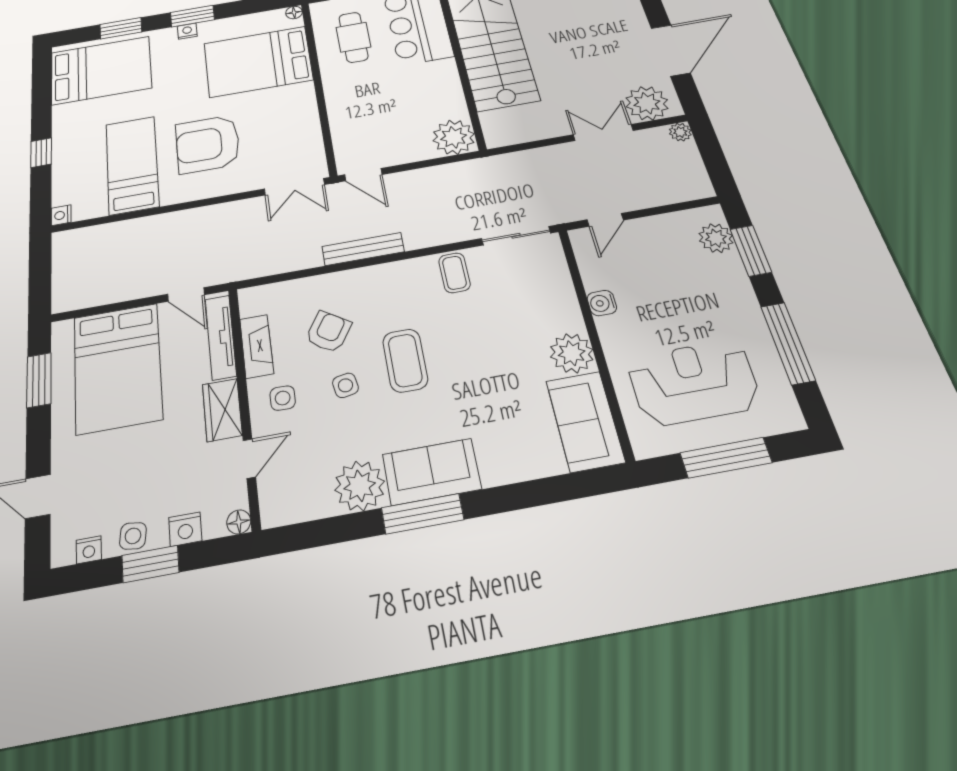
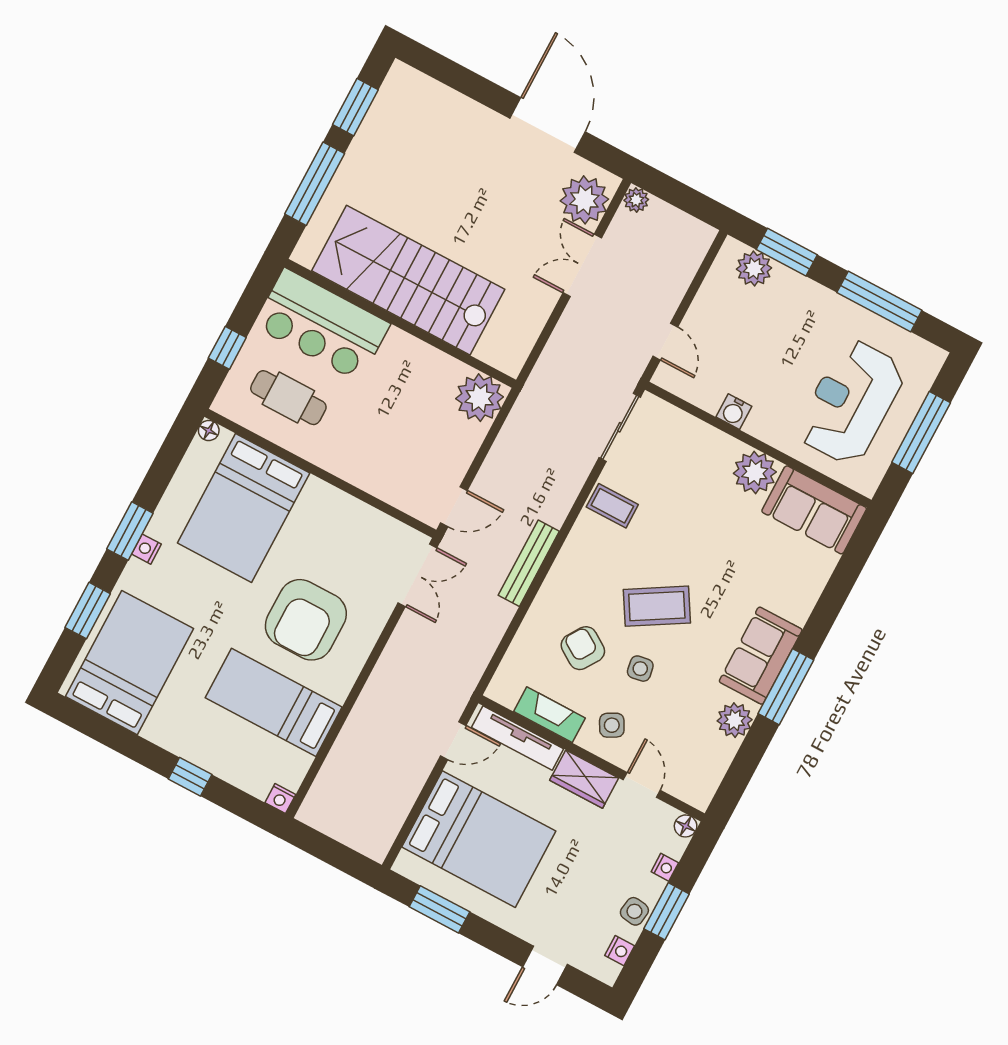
coffee table: (405, 360) -> (657, 606), turned -31
side table: (283, 398) -> (612, 725), turned -30
plant: (360, 486) -> (735, 720), width x0.73, depth x0.73
nightstand: (185, 529) -> (665, 867), width x0.72, depth x0.74

